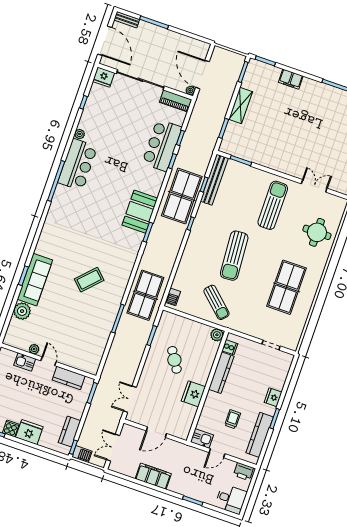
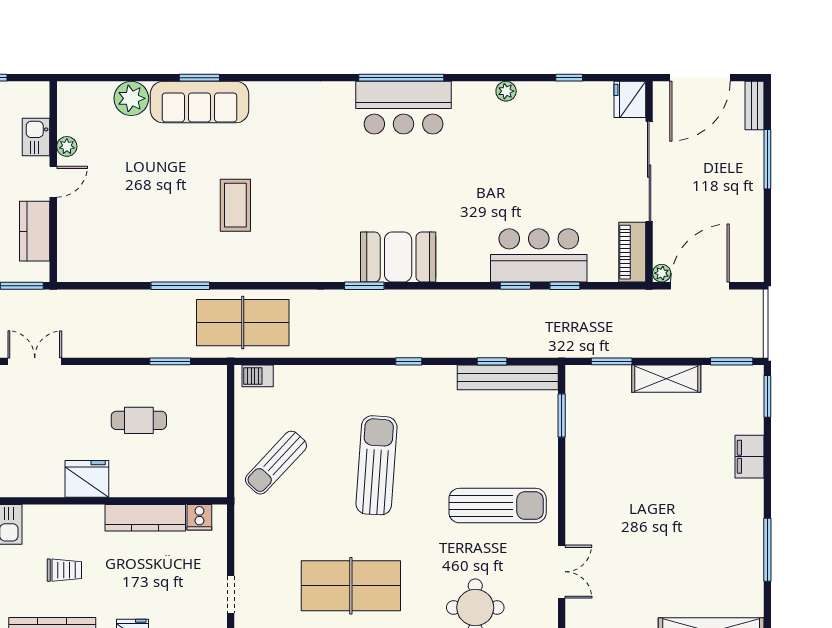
bar counter: (78, 165) -> (404, 108), moved
table tennis table: (182, 196) -> (455, 326), removed
sun lounger: (234, 256) -> (376, 465), turned 98
coffee table: (89, 280) -> (235, 205), turned 46
plant: (217, 335) -> (214, 485), removed
cafe table: (174, 360) -> (139, 420), turned 32

